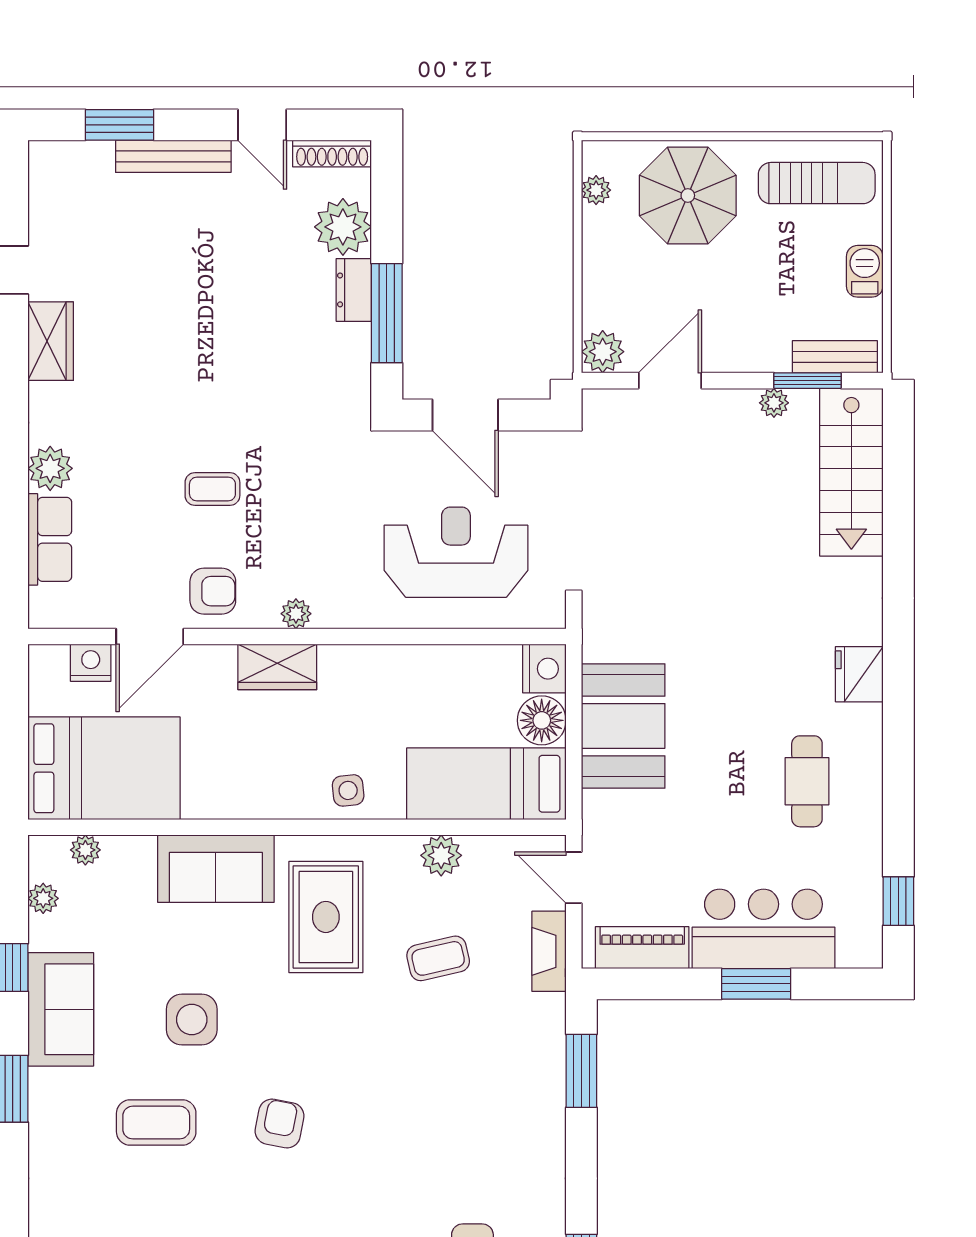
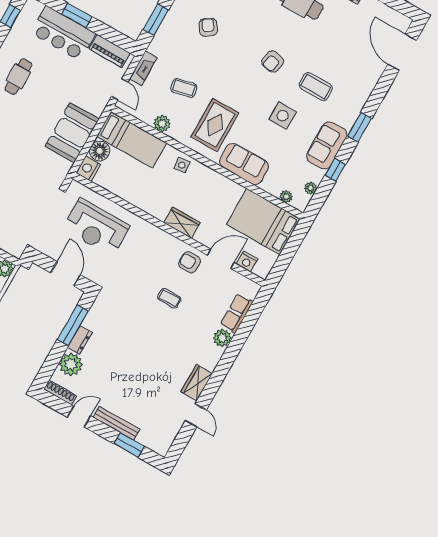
door: (262, 125) -> (79, 417), hinge flipped
plant: (296, 614) -> (165, 238), removed
armchair: (460, 1118) -> (208, 27), added

